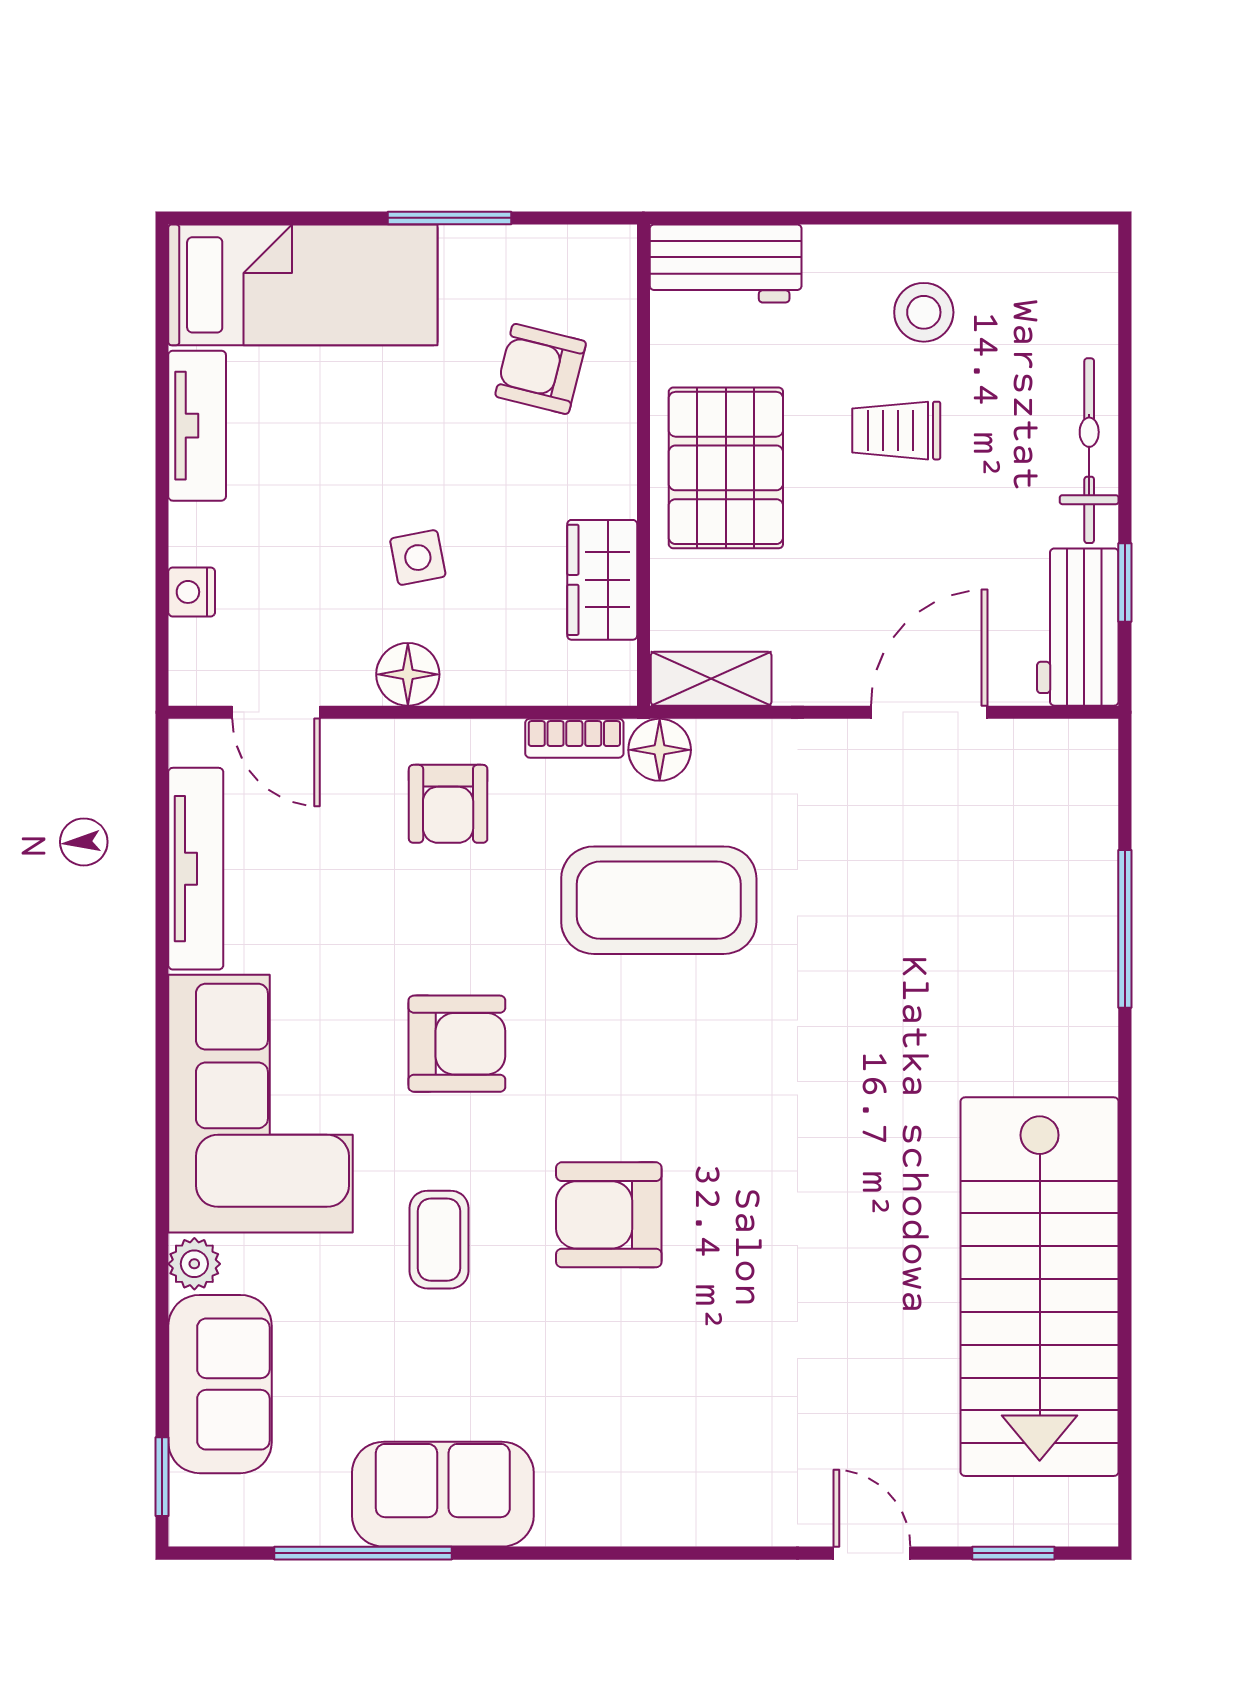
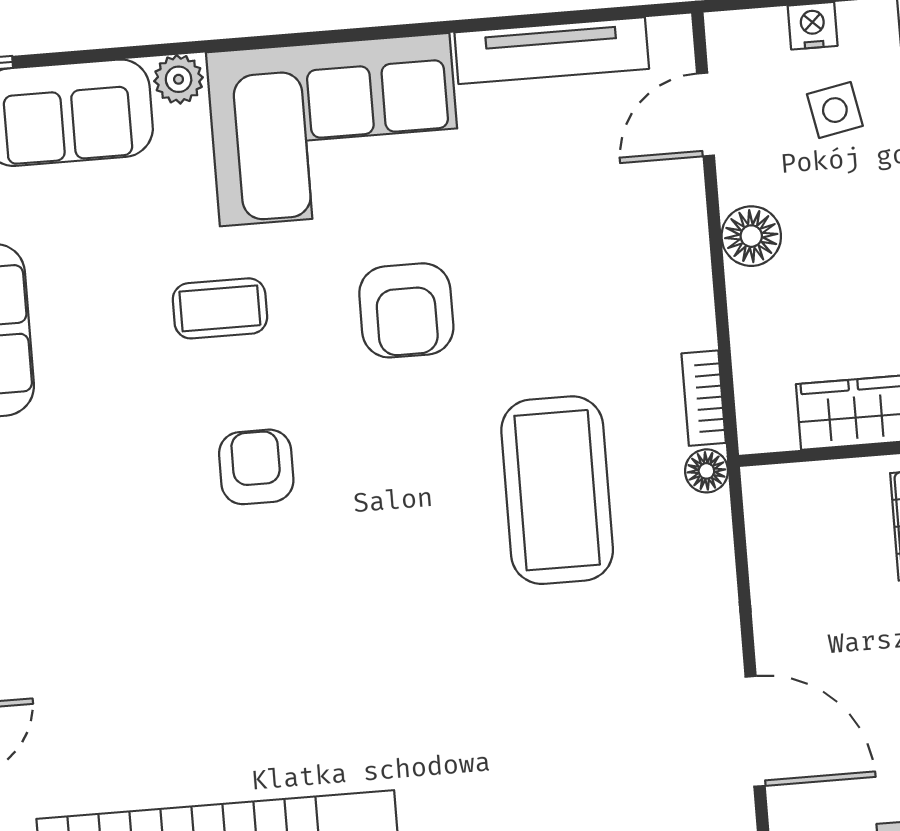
side table: (418, 558) -> (835, 110), moved
shelving: (711, 679) -> (770, 523), removed
floor lamp: (660, 750) -> (706, 471), width x0.73, depth x0.73
armchair: (448, 804) -> (632, 284), removed
armchair: (609, 1215) -> (256, 467), width x0.72, depth x0.72

